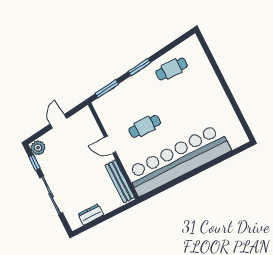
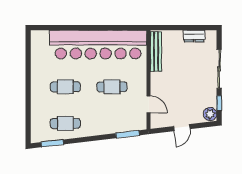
window: (139, 67) -> (52, 143), moved
cafe table: (189, 104) -> (65, 87), added
door: (110, 145) -> (149, 104), moved

